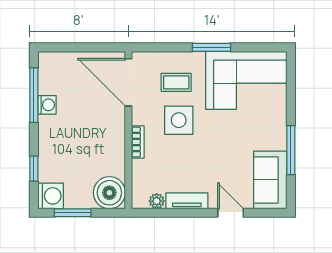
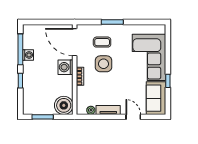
window: (211, 47) -> (112, 22), moved
corner sofa: (246, 80) -> (149, 57), moved, turned 90
window: (291, 150) -> (168, 81), width x0.46
window: (34, 169) -> (20, 81), moved
washing machine: (51, 196) -> (66, 67), moved, turned 180

